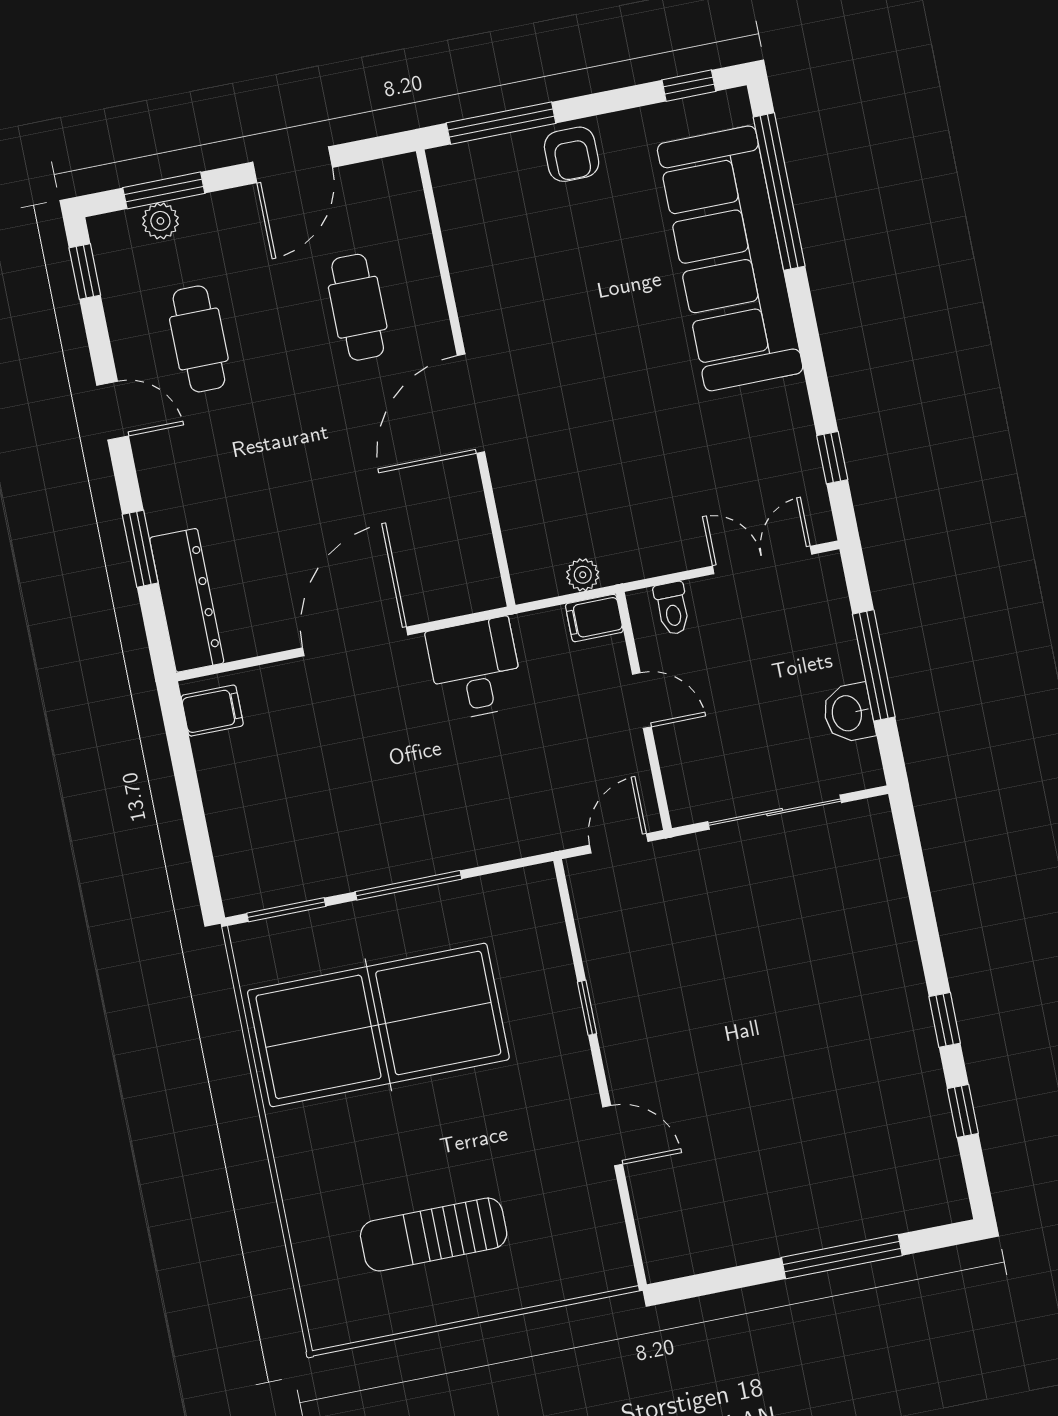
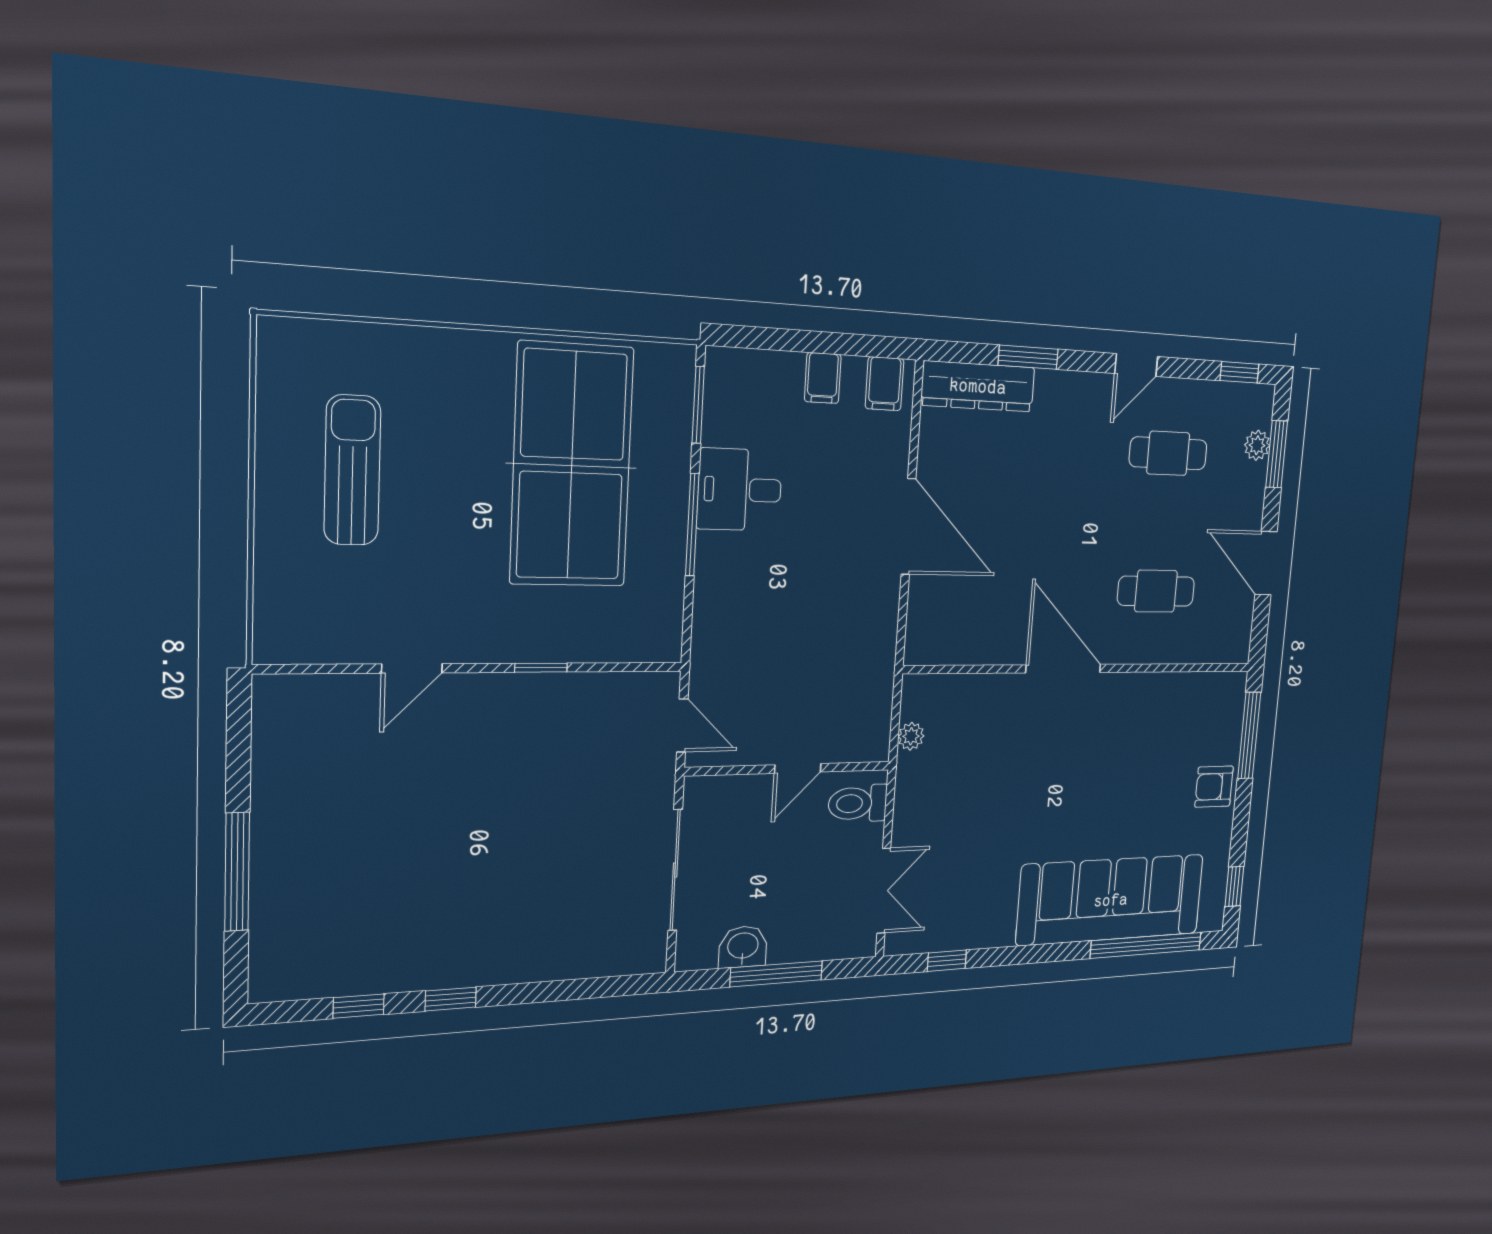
toilet: (672, 608) -> (858, 803), width x1.37, depth x1.39
filing cabinet: (594, 618) -> (823, 378), moved, turned 180
desk: (475, 669) -> (740, 490), moved, turned 180

